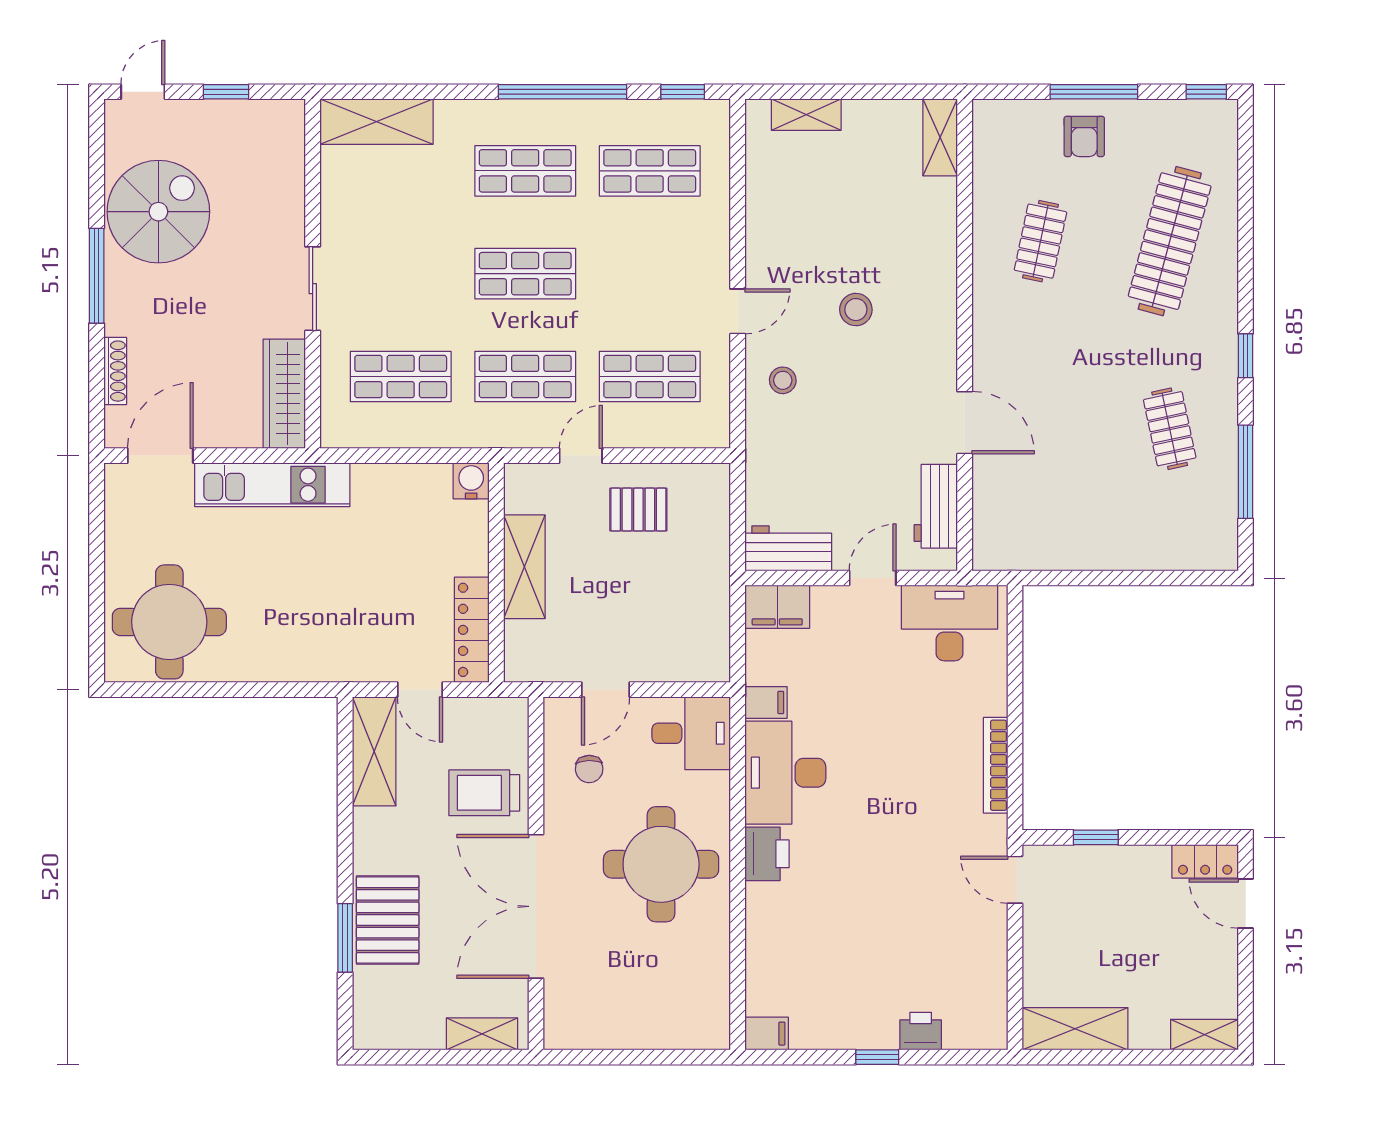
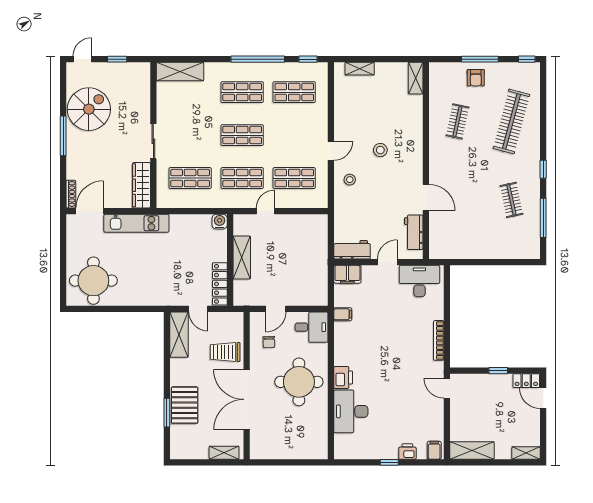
shoe rack: (115, 371) -> (71, 194), moved
pallet: (638, 510) -> (289, 234), removed
desk: (785, 773) -> (351, 411), moved
window: (1096, 837) -> (498, 371), moved
filing cabinet: (767, 1034) -> (434, 450), moved, turned -90

